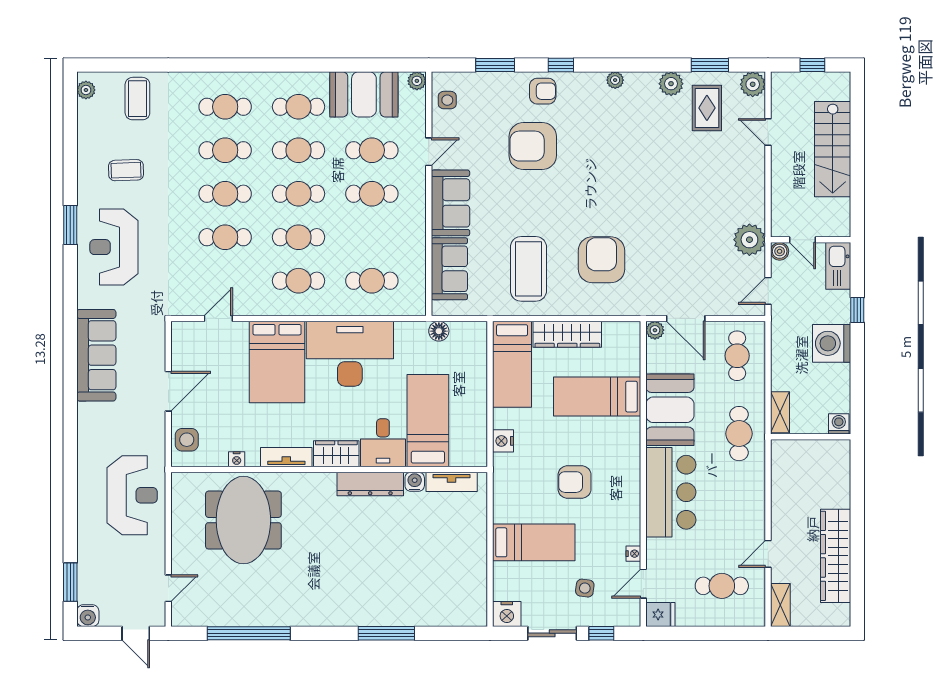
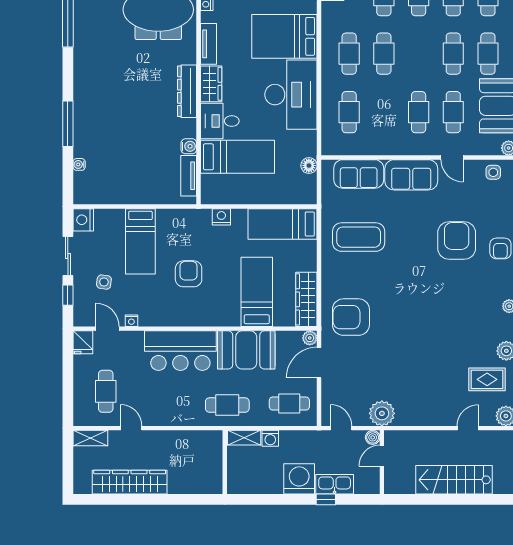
cafe table: (299, 194) -> (419, 54), removed
armchair: (601, 260) -> (351, 317), moved, turned 180
kitchen sink: (838, 266) -> (335, 484), moved
wardrobe: (567, 334) -> (306, 299), moved
washing machine: (839, 424) -> (270, 438), moved, turned 90
dresser: (370, 484) -> (187, 91), moved
water cooler: (437, 619) -> (79, 164), added

